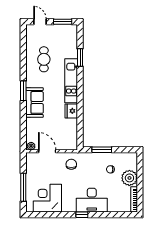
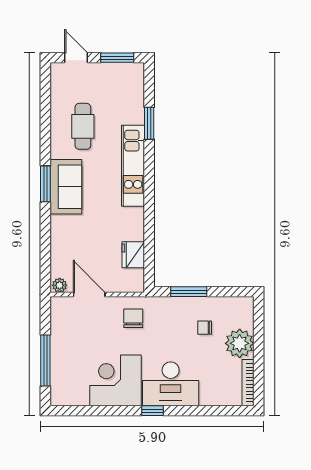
sofa: (35, 102) -> (66, 187), moved
fridge: (71, 111) -> (133, 255), moved
corner desk: (47, 198) -> (116, 380), moved

